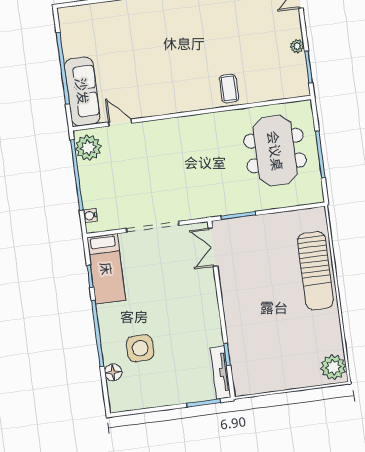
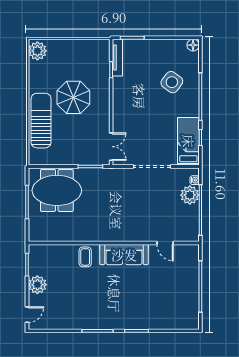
plant: (297, 46) -> (37, 285), width x1.88, depth x1.88
sofa: (82, 91) -> (124, 255), moved, turned -90
plant: (88, 148) -> (190, 195), moved
meeting table: (275, 151) -> (57, 190), moved, turned 90
parasol: (275, 309) -> (73, 97), added
side table: (140, 348) -> (172, 82), turned 37
floor lamp: (113, 372) -> (193, 45), moved

